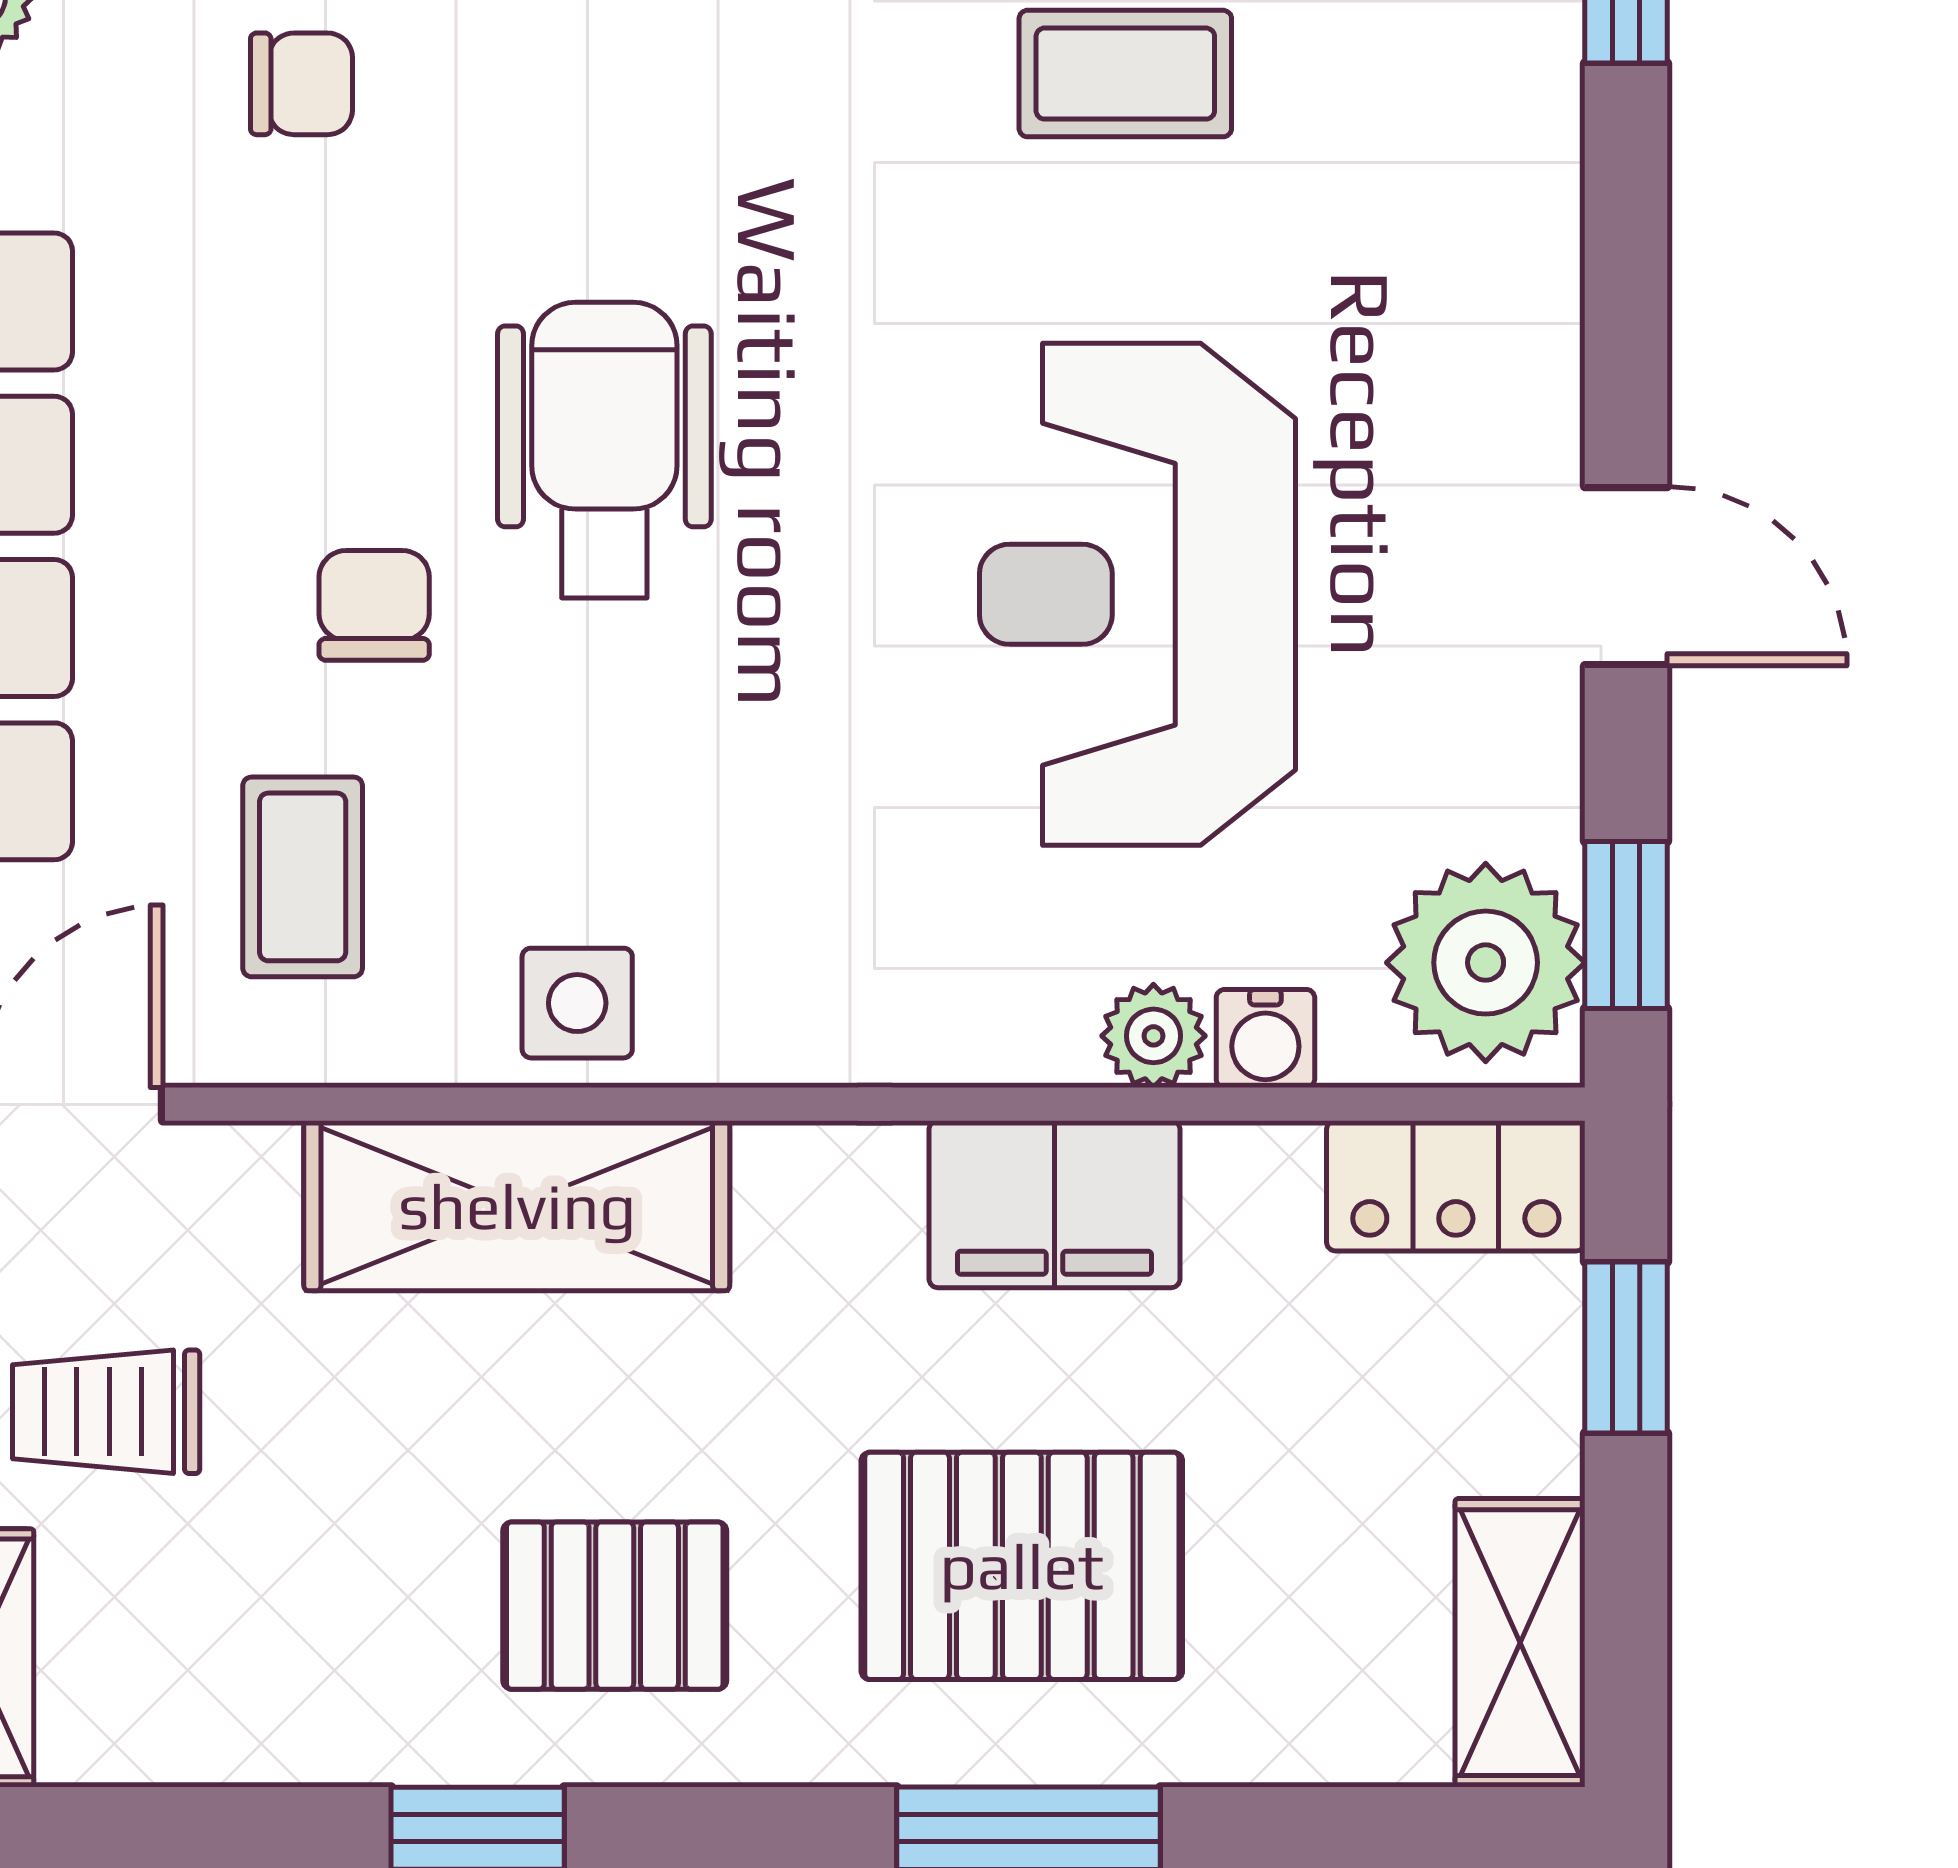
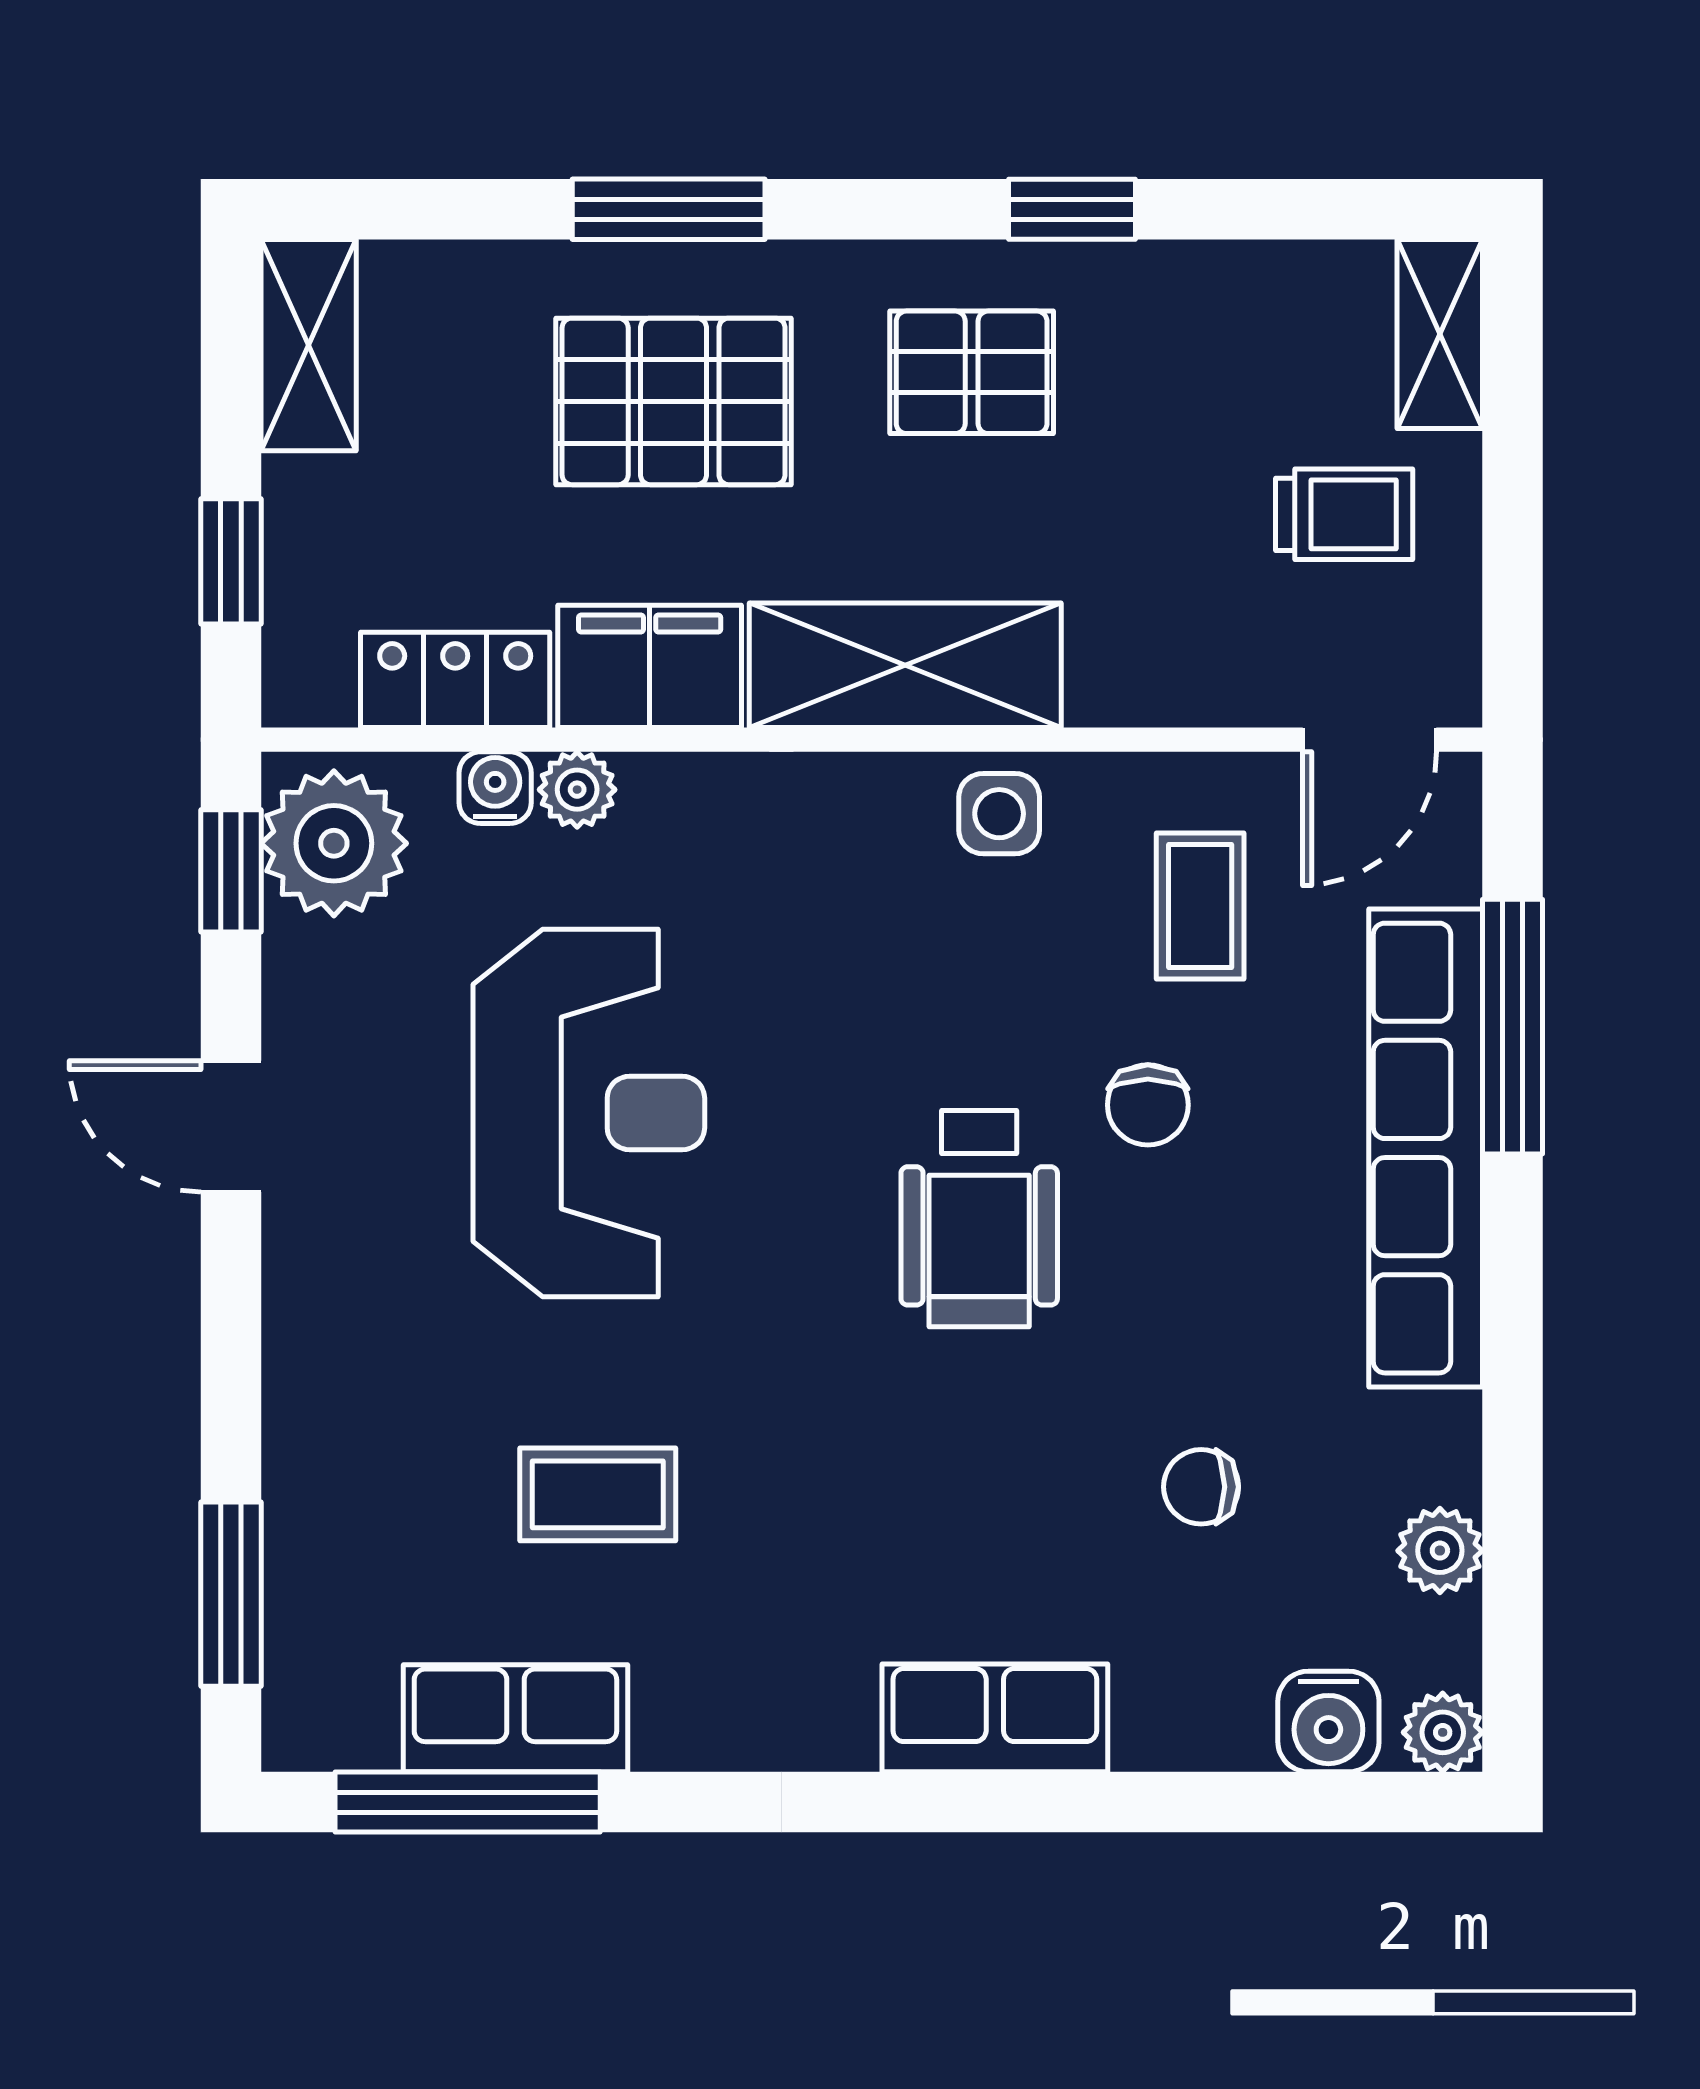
locker: (1456, 1186) -> (455, 680), moved
shelving: (517, 1206) -> (905, 665), moved

